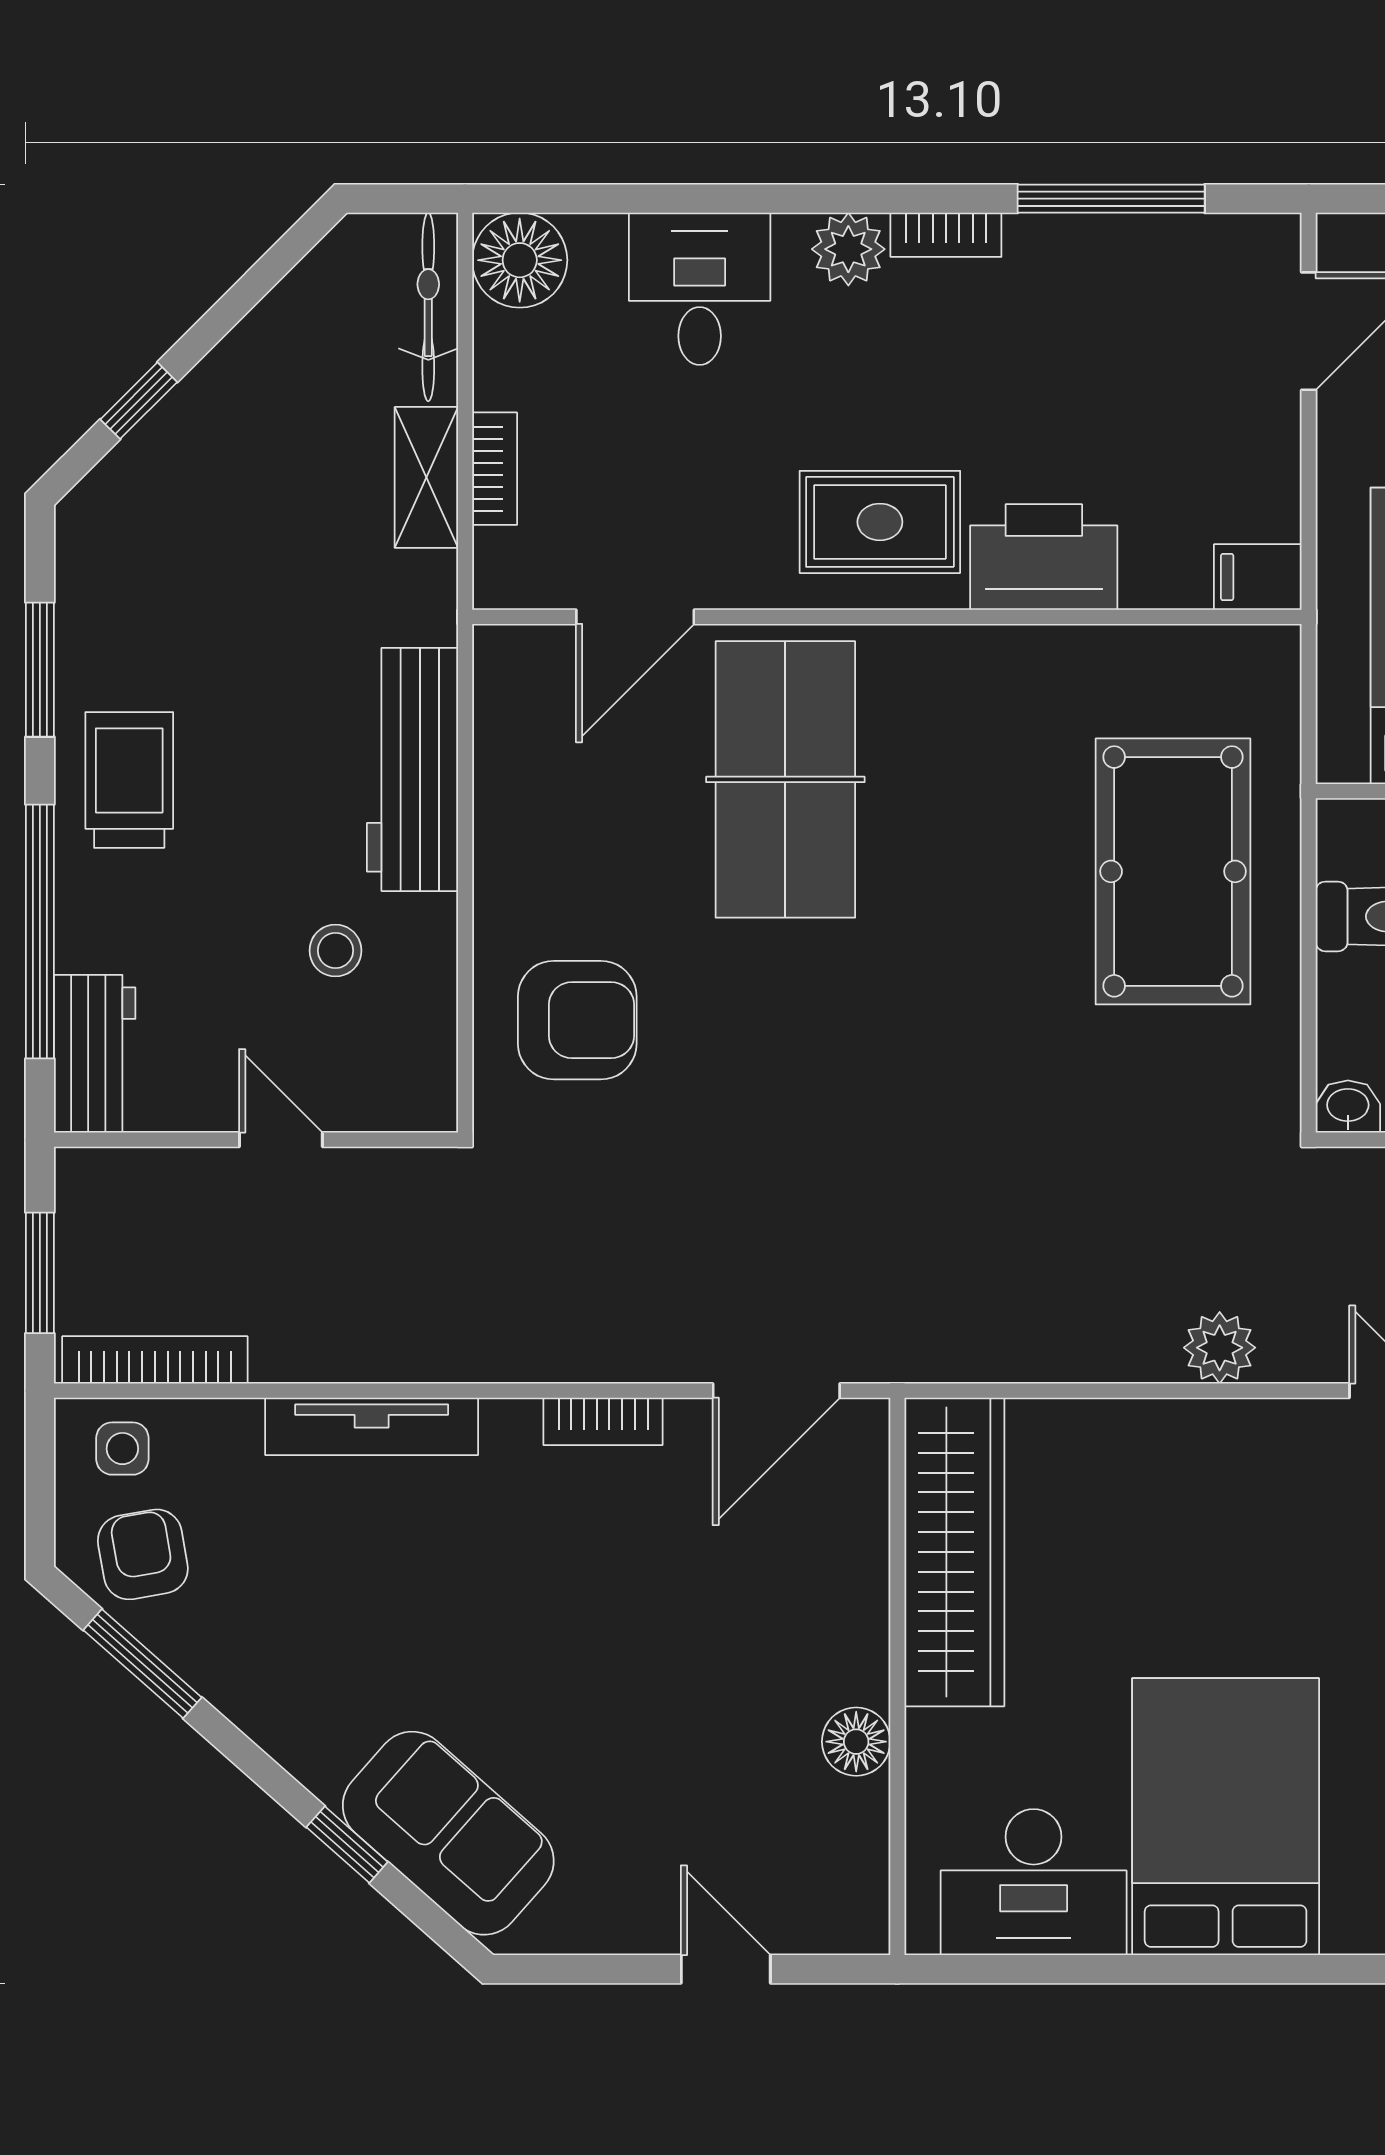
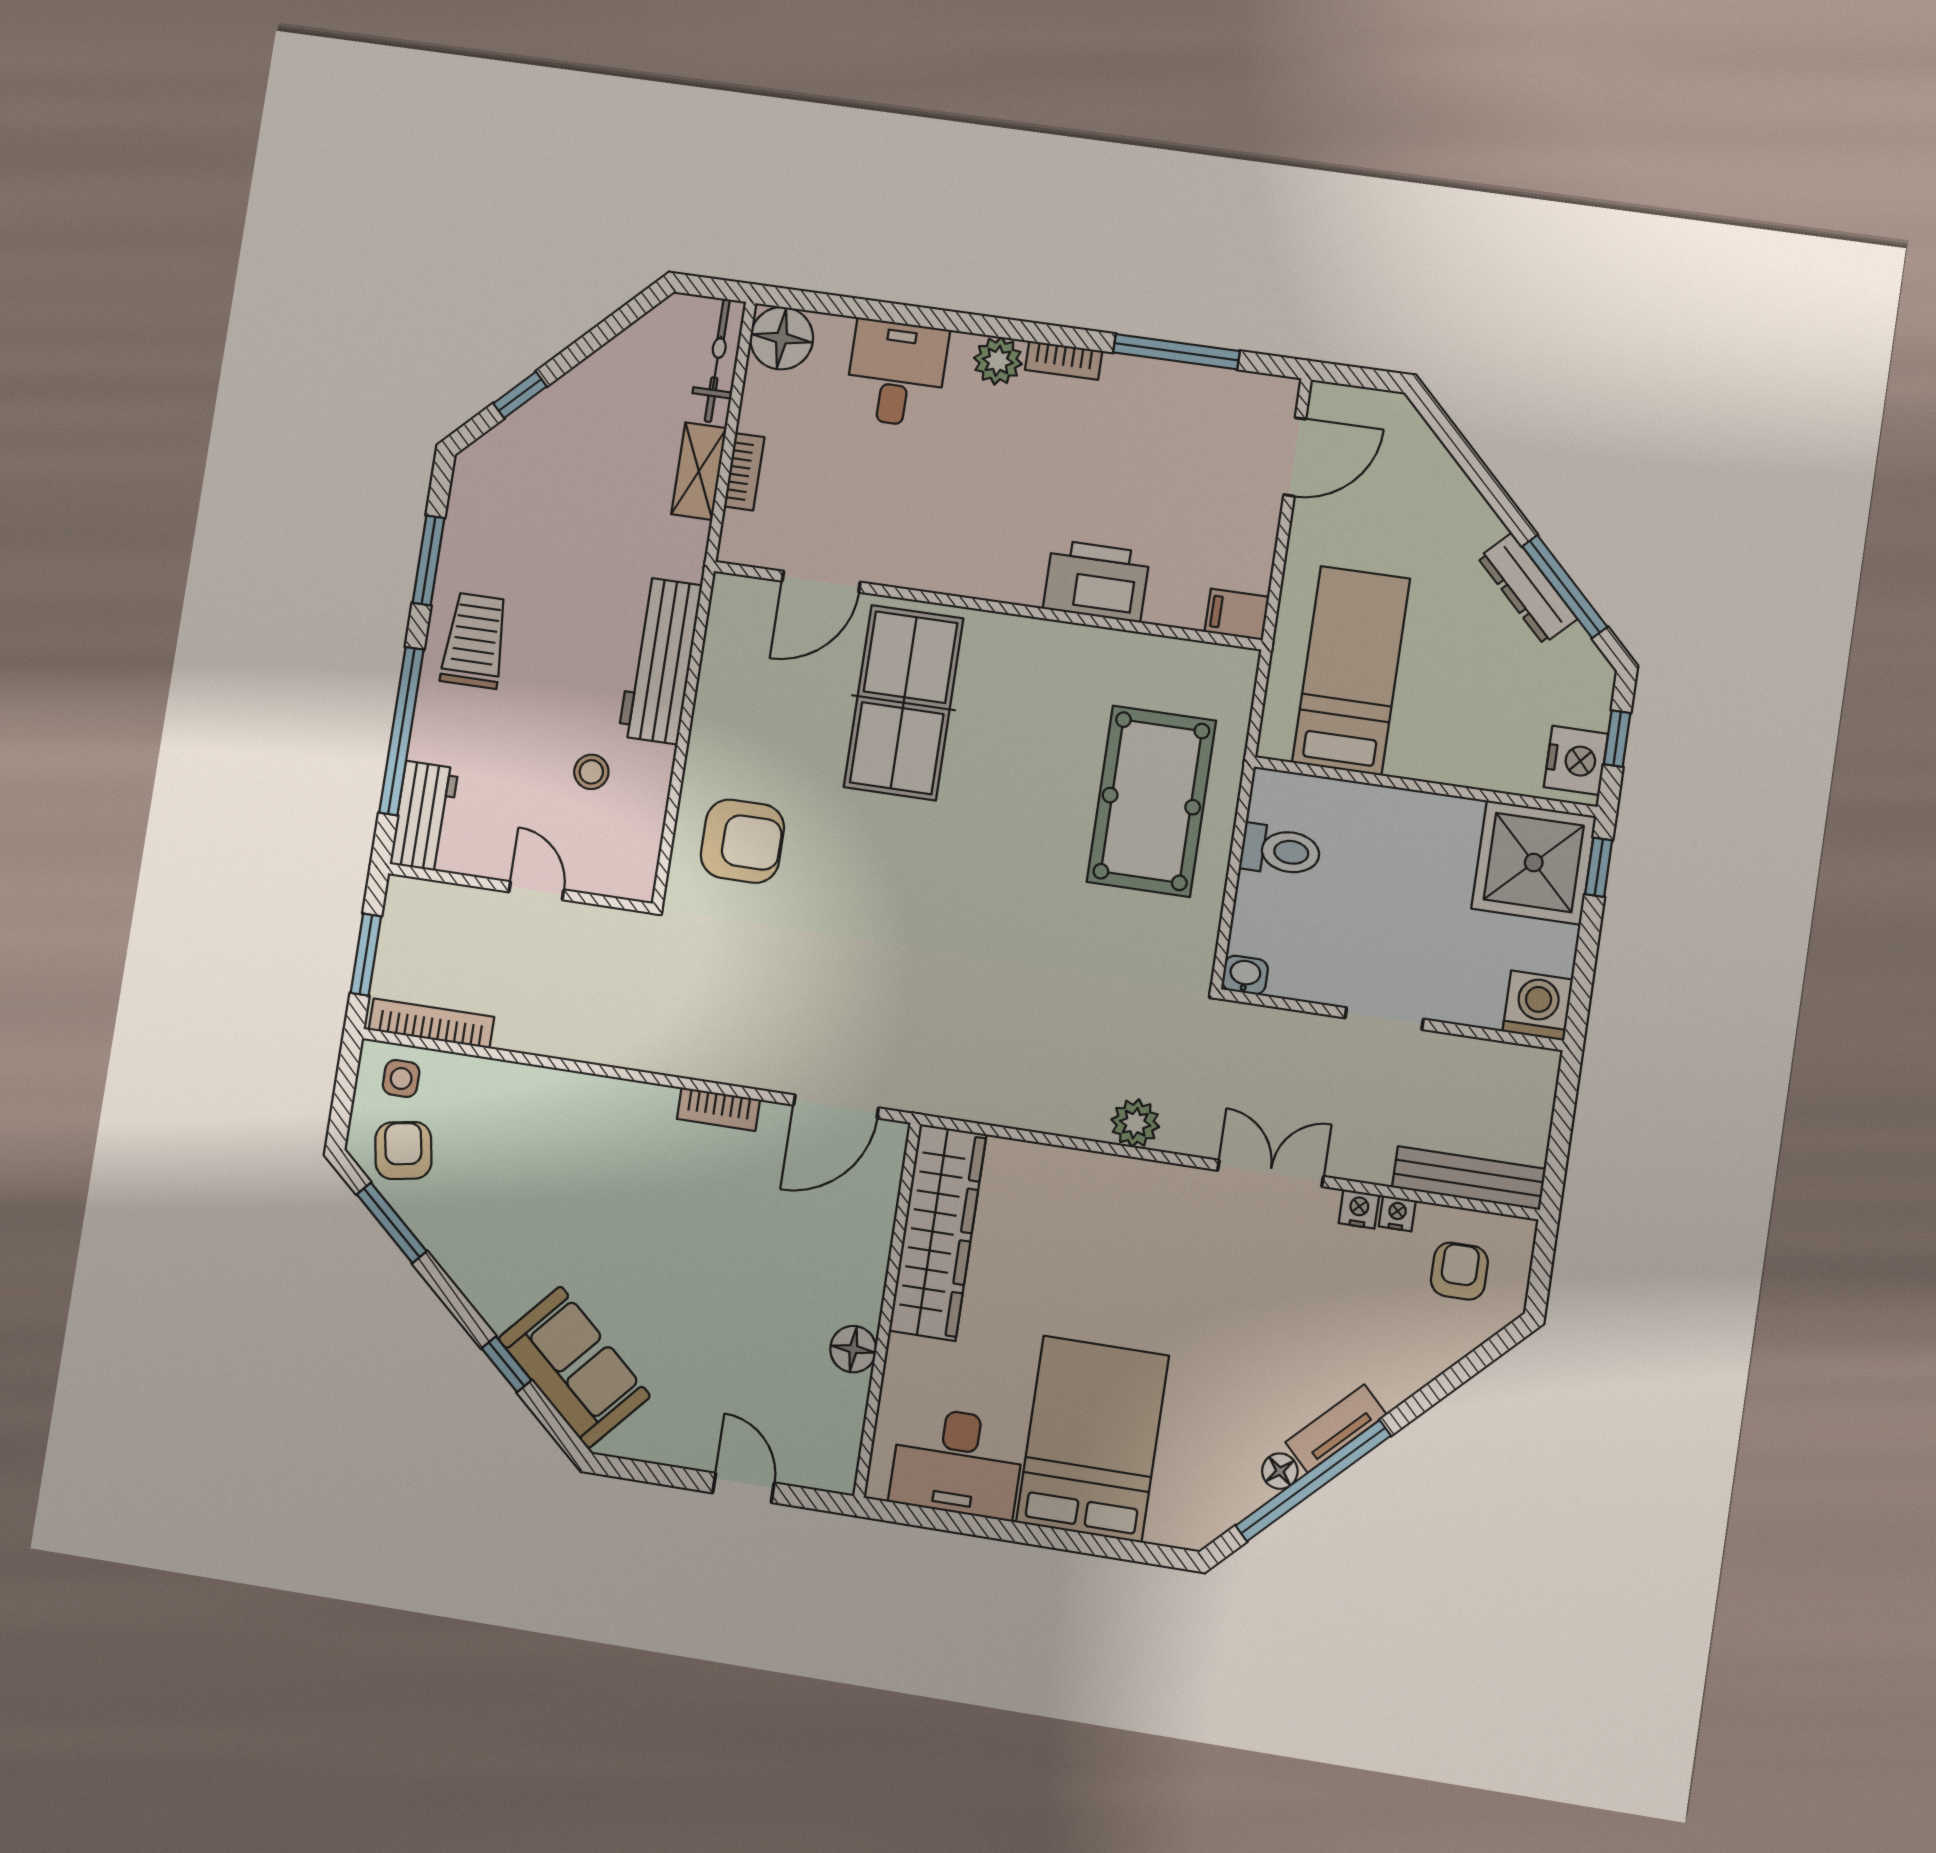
rug: (880, 522) -> (992, 542), removed
tv unit: (372, 1426) -> (566, 1089), removed

